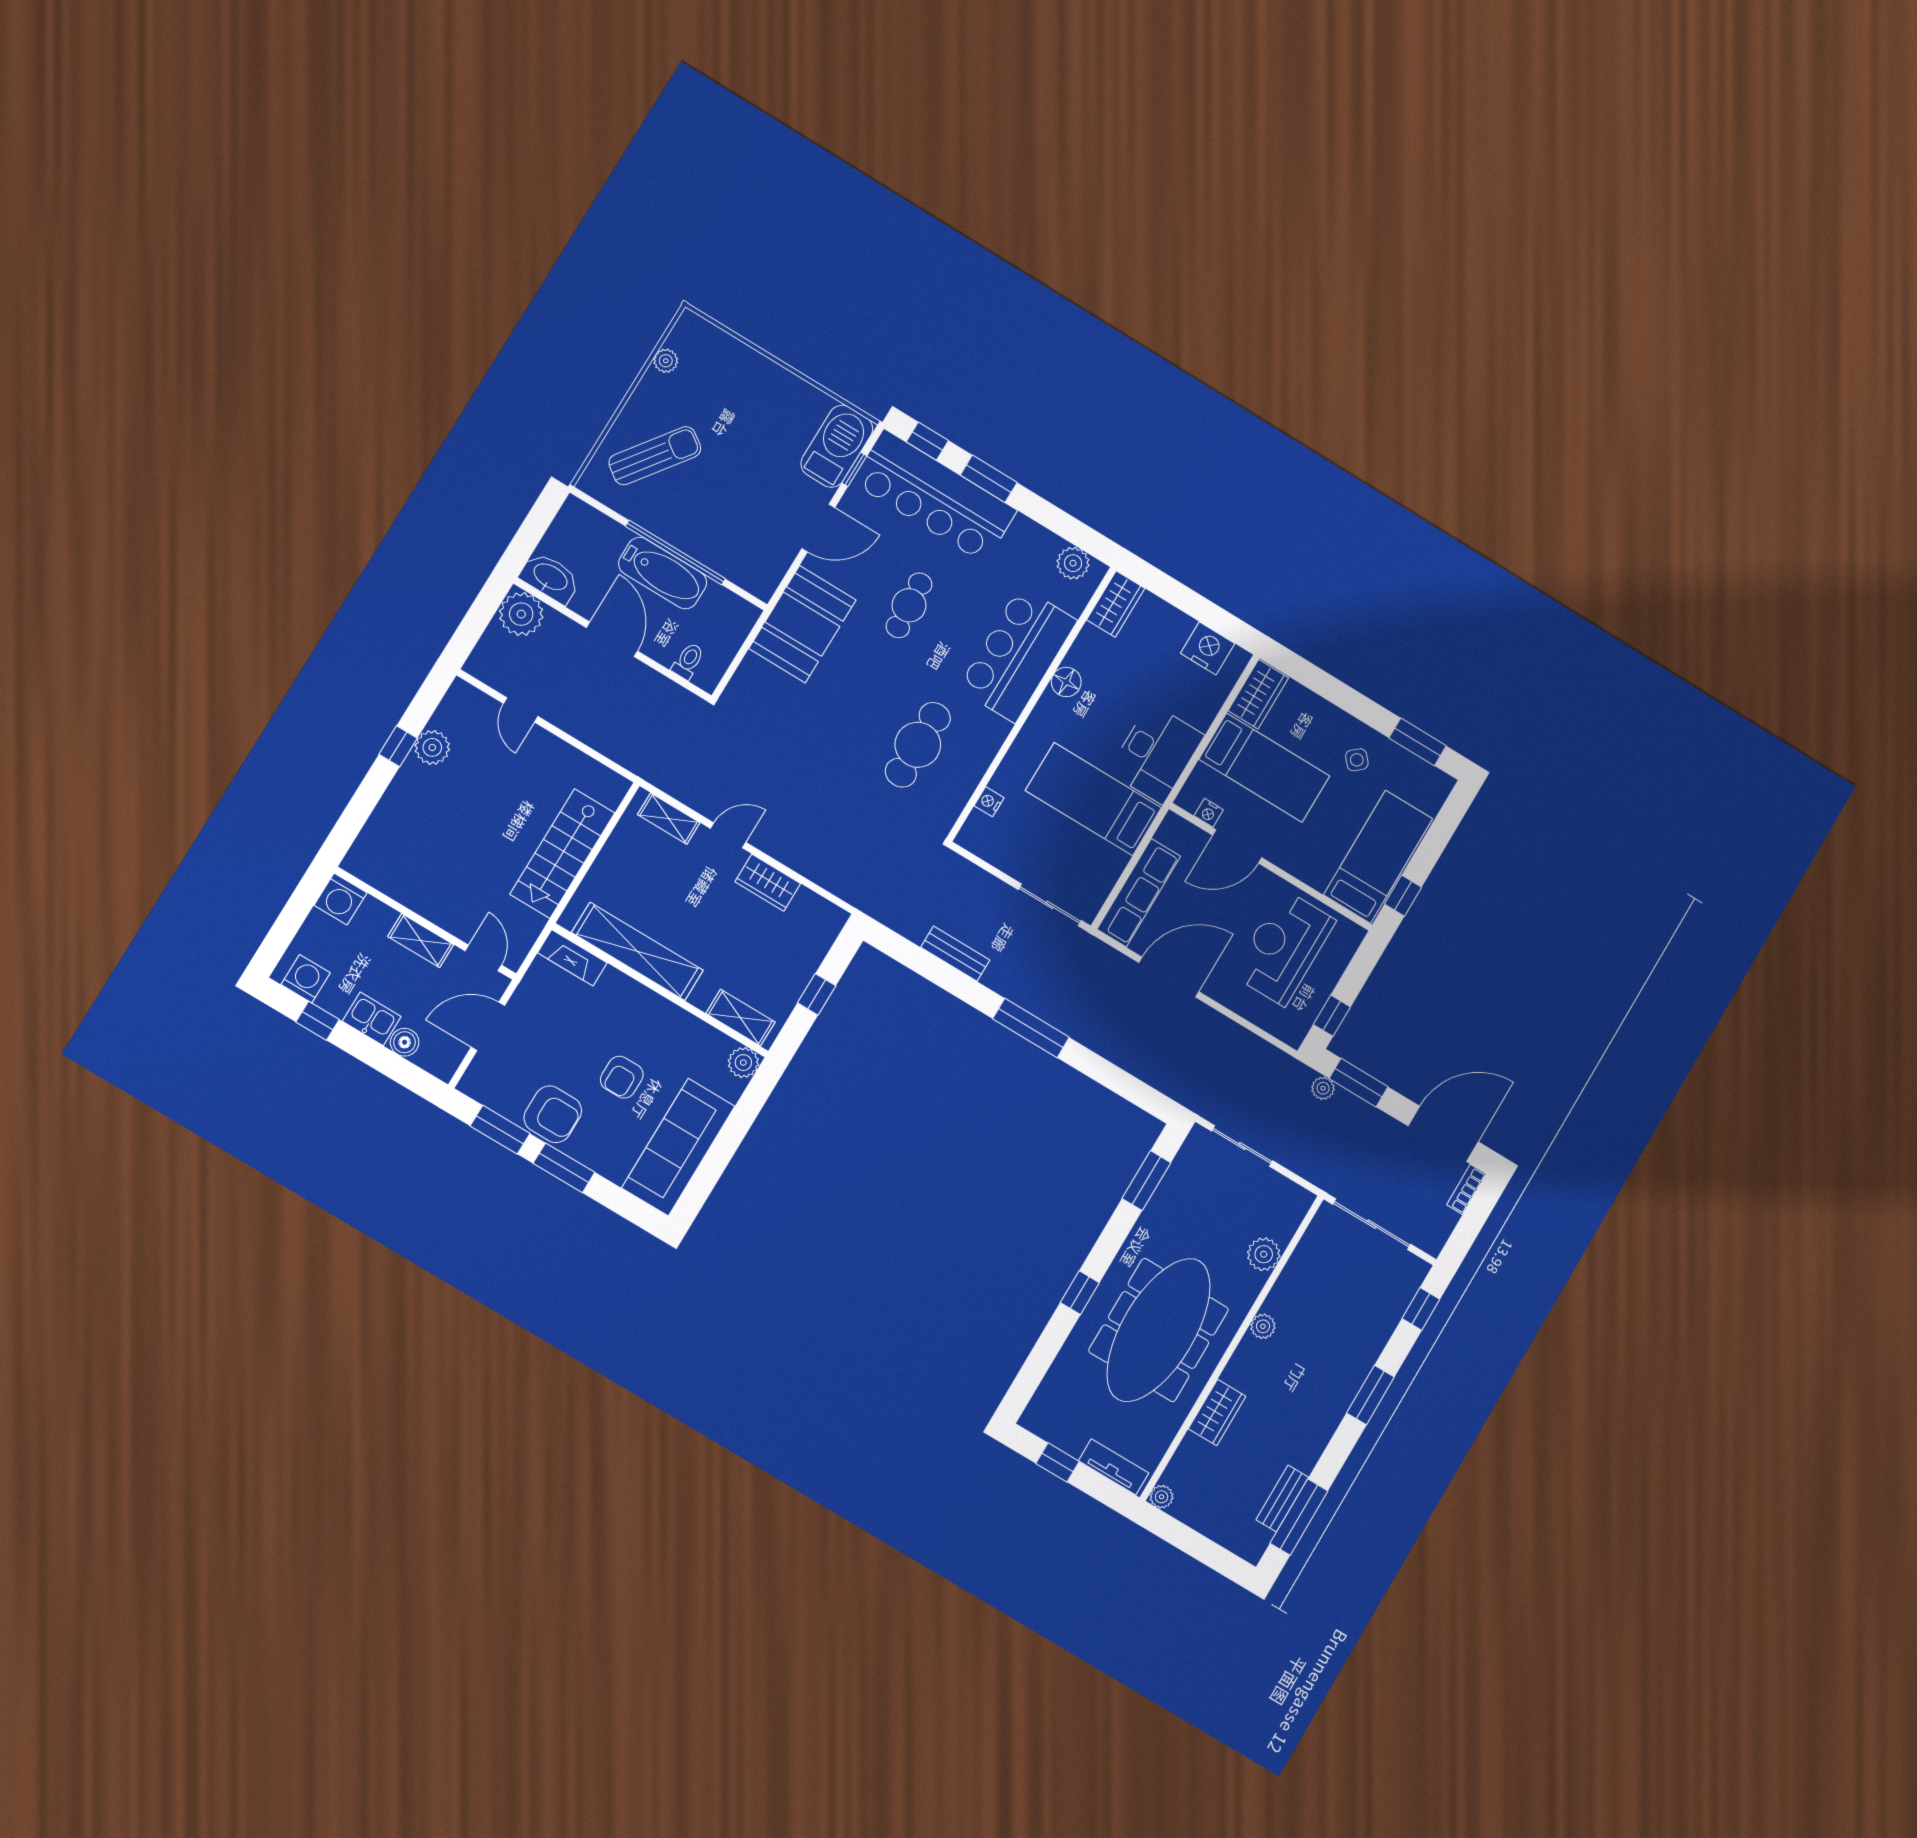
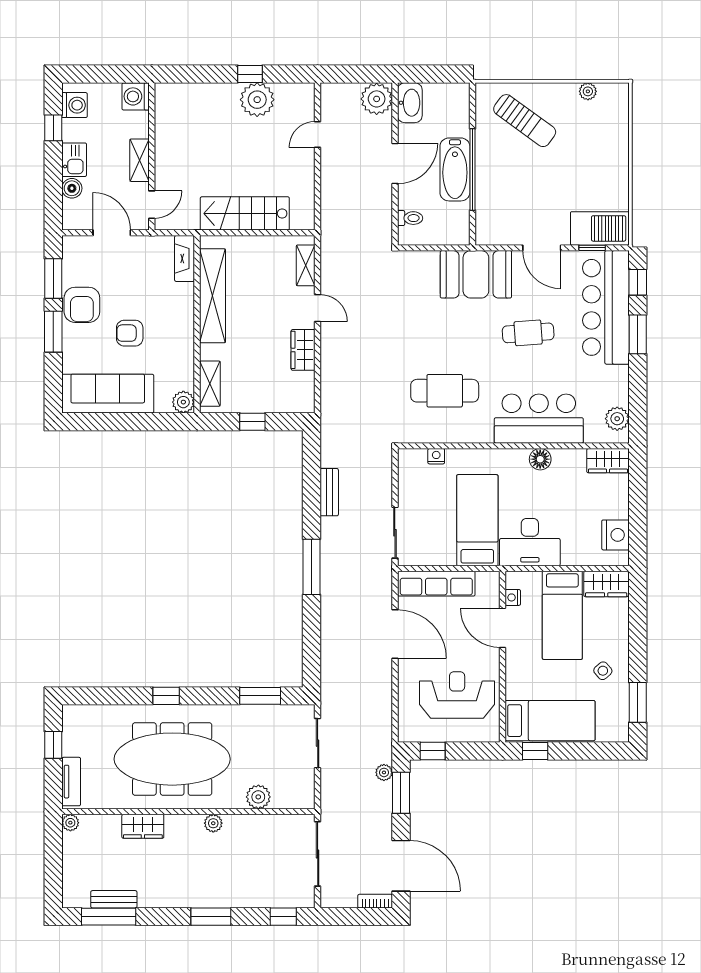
plant: (432, 747) -> (257, 100), width x1.36, depth x1.36

